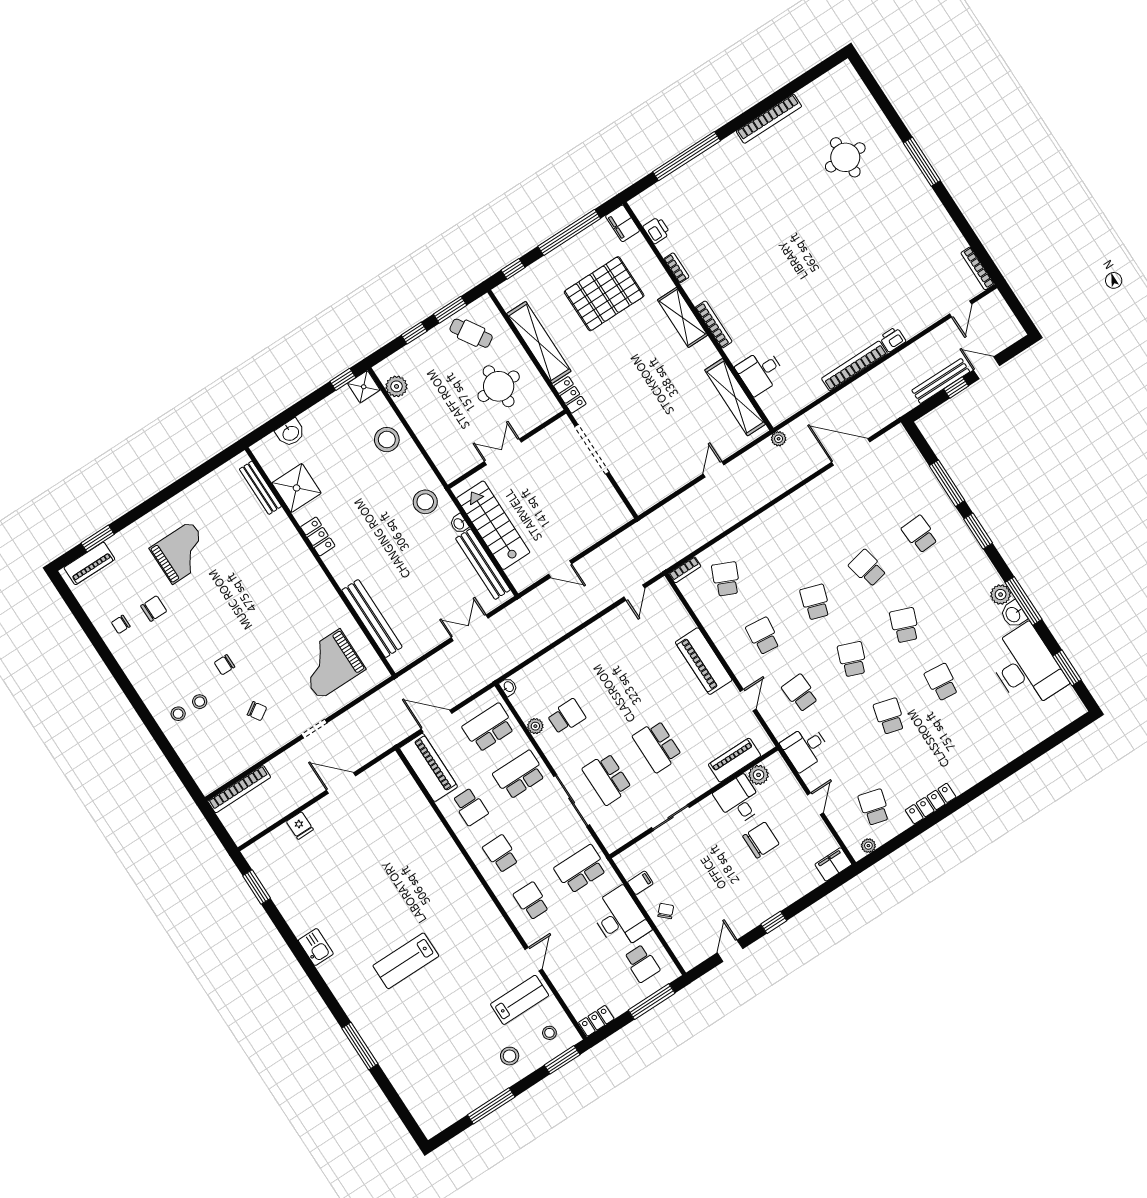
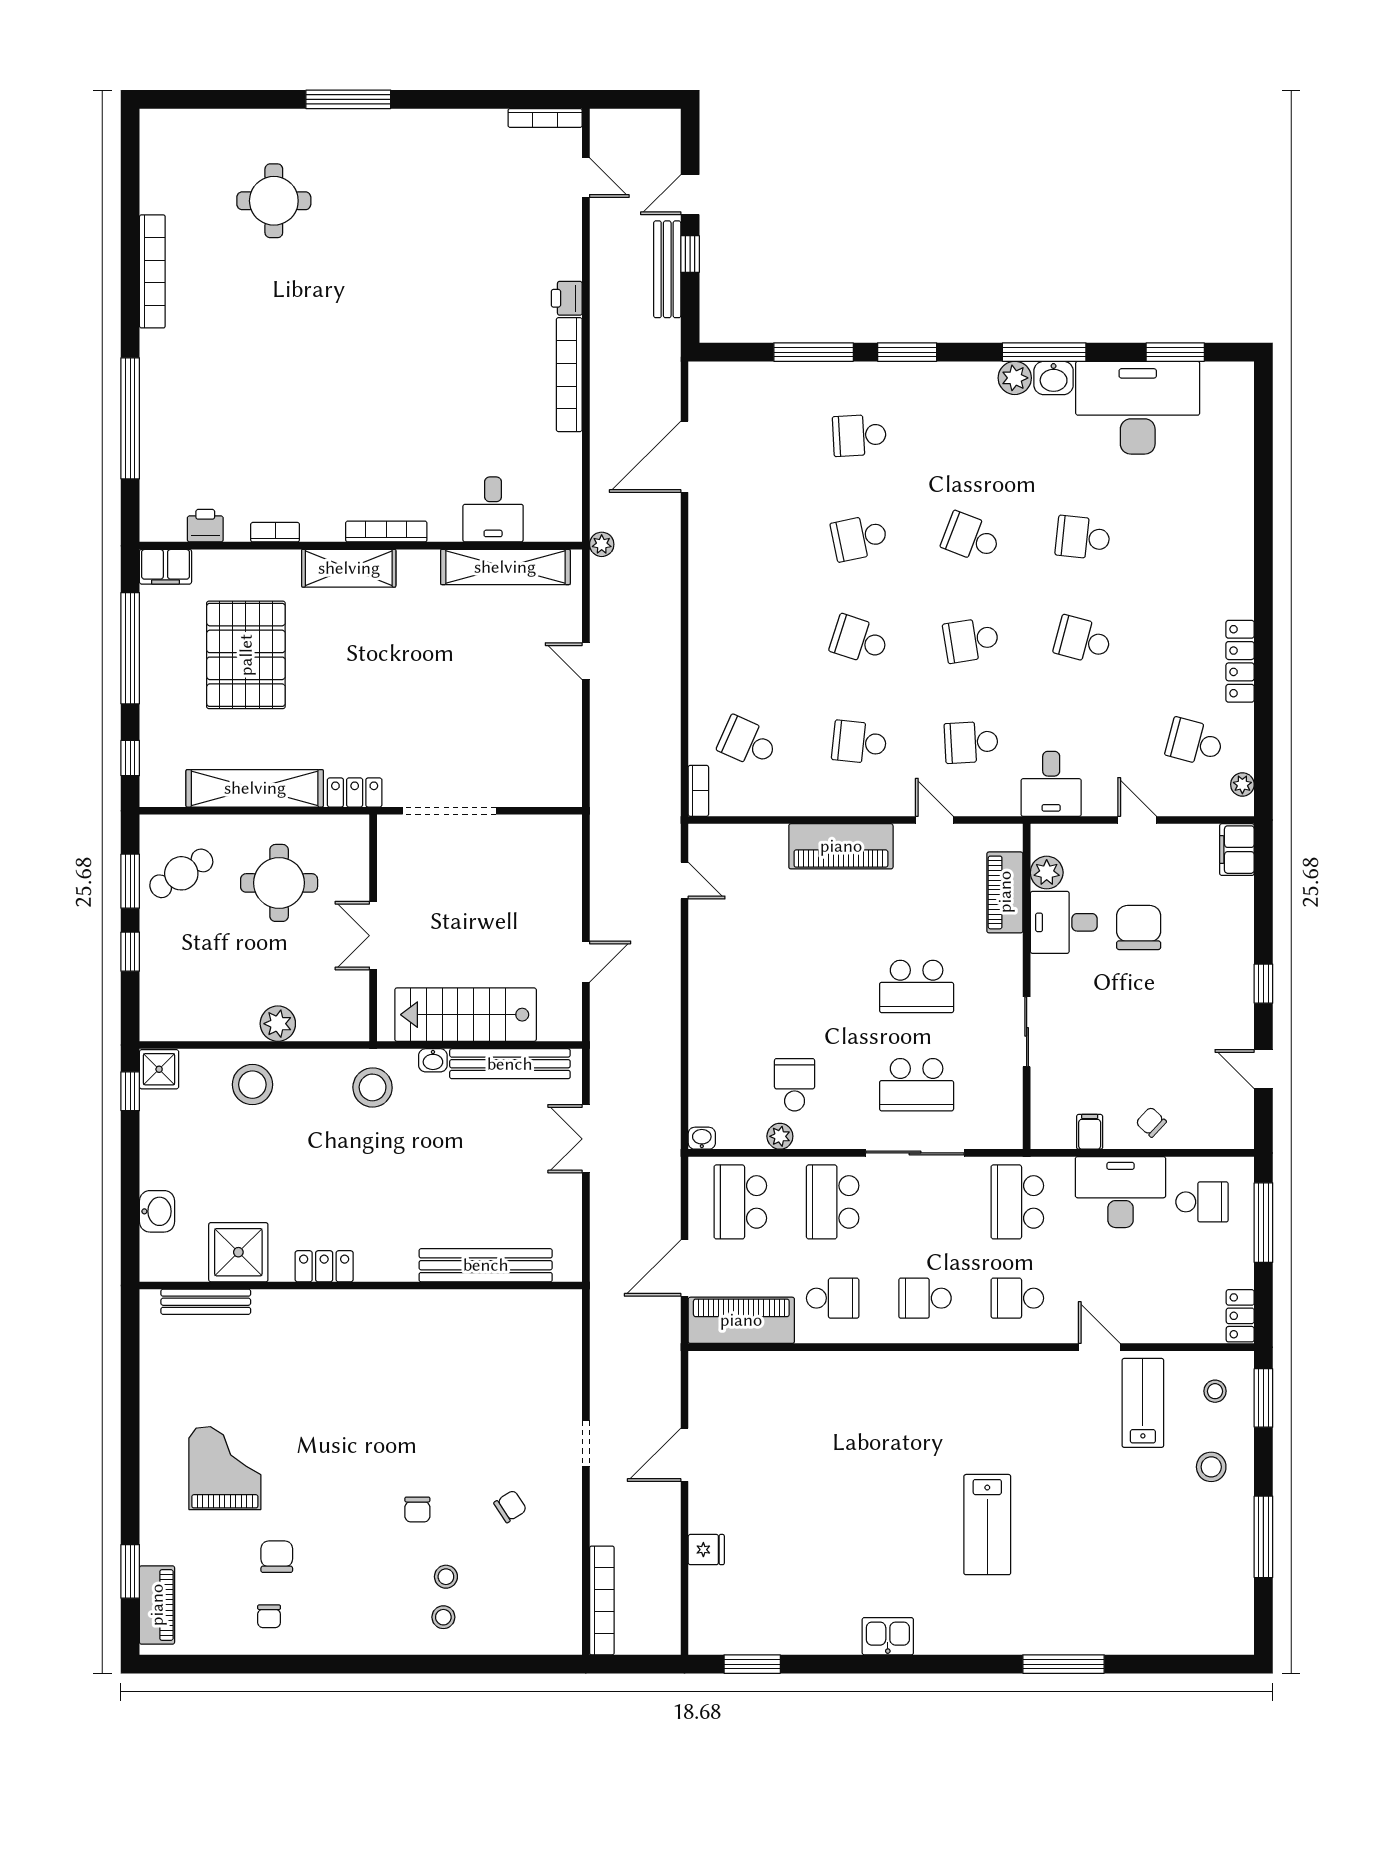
plant: (397, 386) -> (278, 1024), moved
school desk: (852, 659) -> (971, 640), turned -30
grand piano: (329, 664) -> (510, 1365), removed

